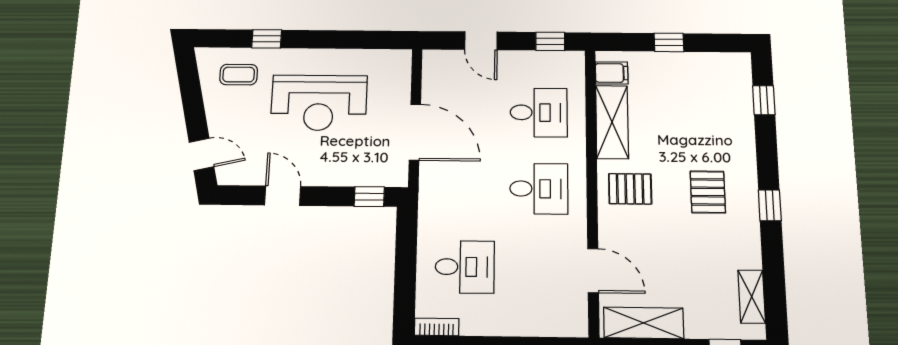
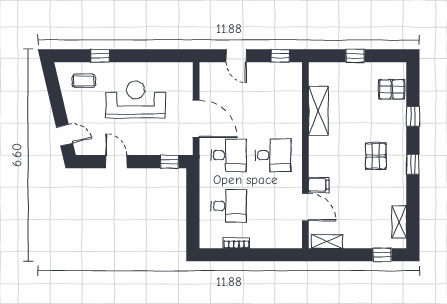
filing cabinet: (612, 73) -> (319, 185), moved
window: (764, 100) -> (413, 116), moved
reception desk: (319, 103) -> (136, 100), turned 180
desk: (539, 112) -> (229, 155), moved
pallet: (630, 189) -> (392, 89), moved
shelving: (644, 323) -> (327, 241), width x0.67, depth x0.75
bookcase: (437, 327) -> (236, 243), moved

